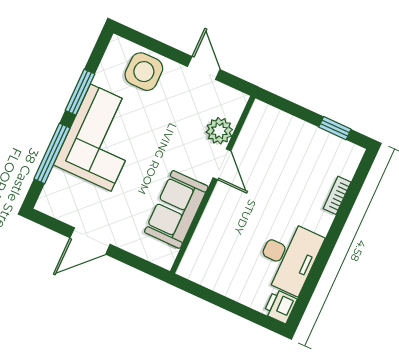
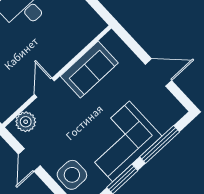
plant: (219, 131) -> (26, 122), moved

